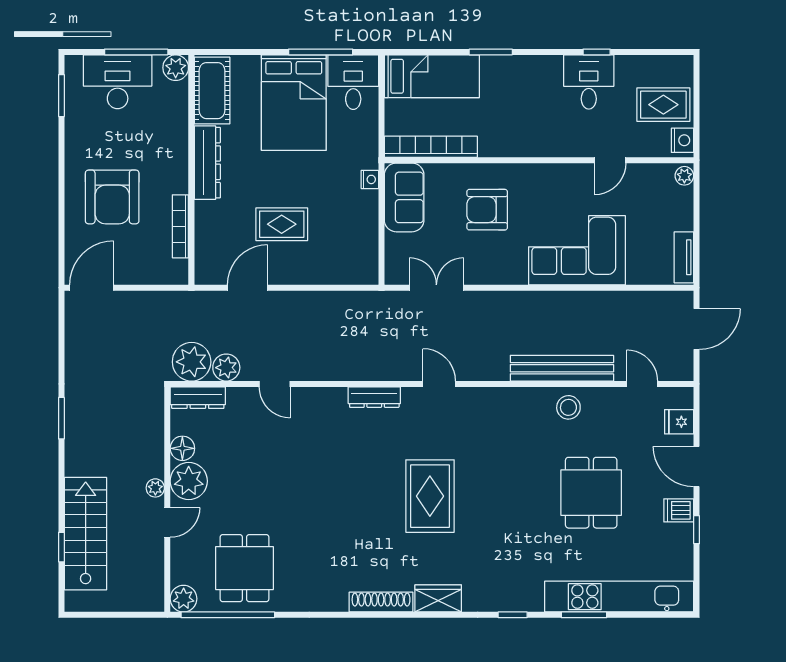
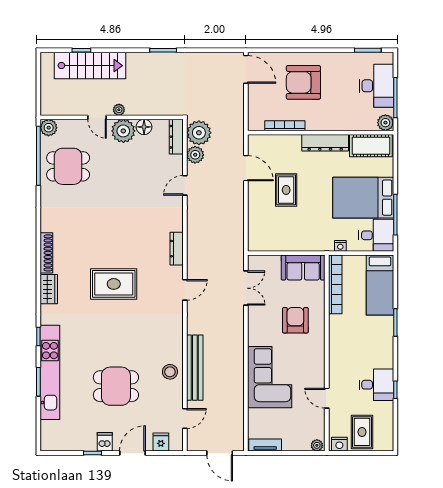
nightstand: (370, 179) -> (340, 246), moved
kitchen unit: (619, 597) -> (50, 372), moved

